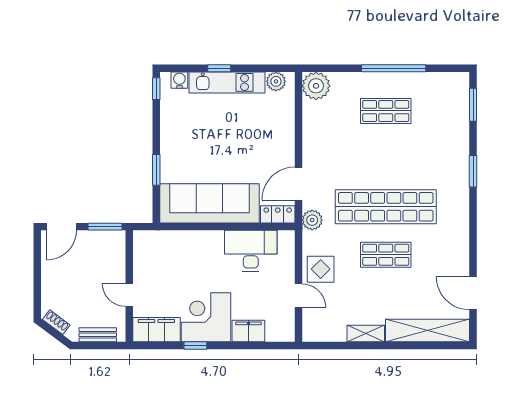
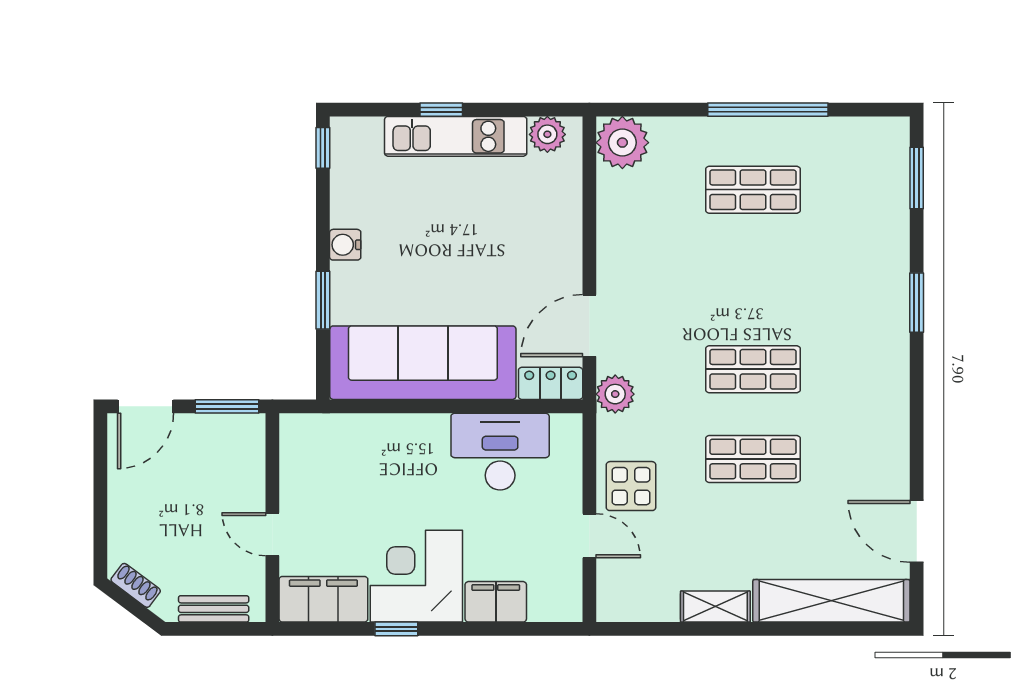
water cooler: (179, 80) -> (345, 245), moved, turned -90
shop shelf: (386, 207) -> (753, 369), width x0.50, depth x0.74

